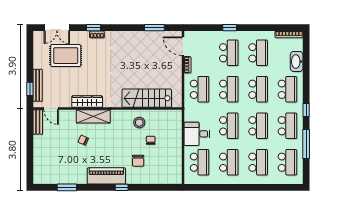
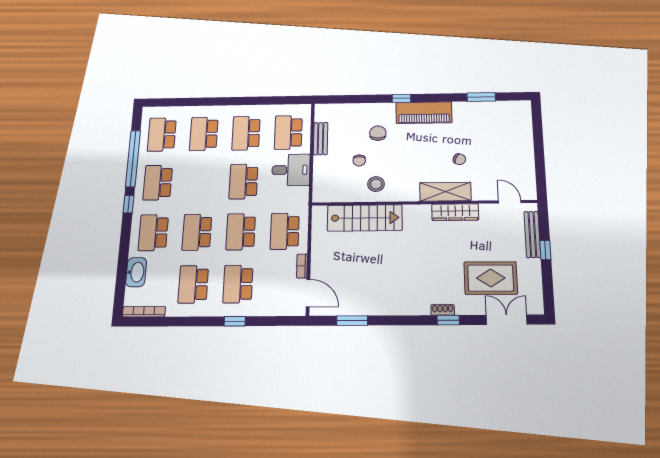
window: (30, 89) -> (545, 250), moved
bench: (38, 122) -> (321, 139), moved
school desk: (258, 126) -> (200, 182), removed
window: (306, 144) -> (133, 159), width x1.46

